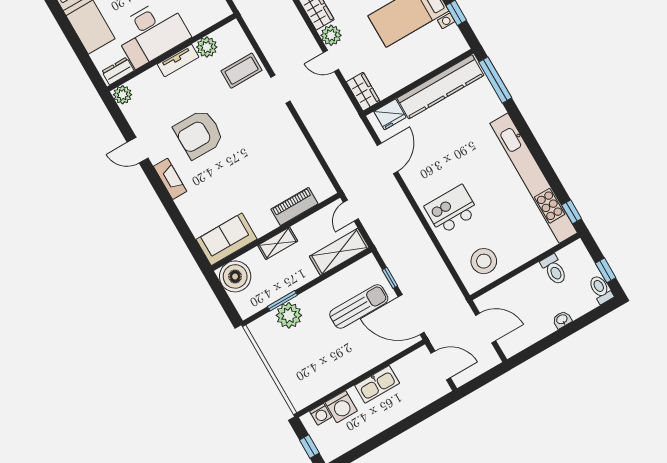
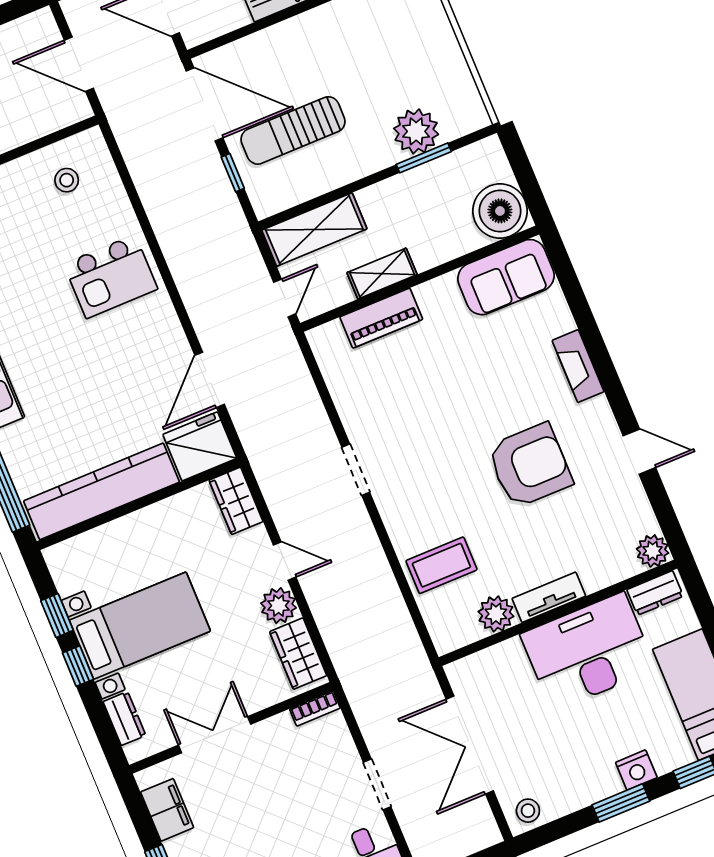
doorway: (281, 89) -> (356, 470), moved
fridge: (390, 114) -> (200, 446), width x1.36, depth x1.34
fireplace: (170, 179) -> (578, 366), moved
shelving: (278, 243) -> (382, 274), moved
stool: (484, 261) -> (67, 180), width x0.53, depth x0.53

